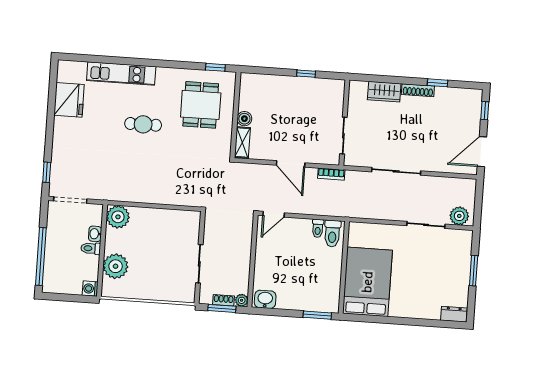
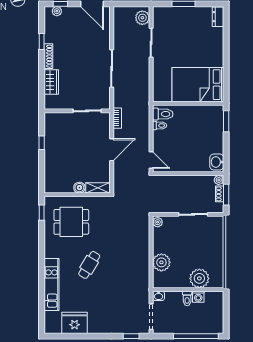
plant: (476, 105) -> (57, 11), added
cafe table: (143, 124) -> (89, 265), turned 31
plant: (118, 217) -> (161, 262), moved
plant: (192, 217) -> (158, 222), added
washbasin: (95, 234) -> (159, 296), moved
washing machine: (90, 289) -> (198, 297), moved

